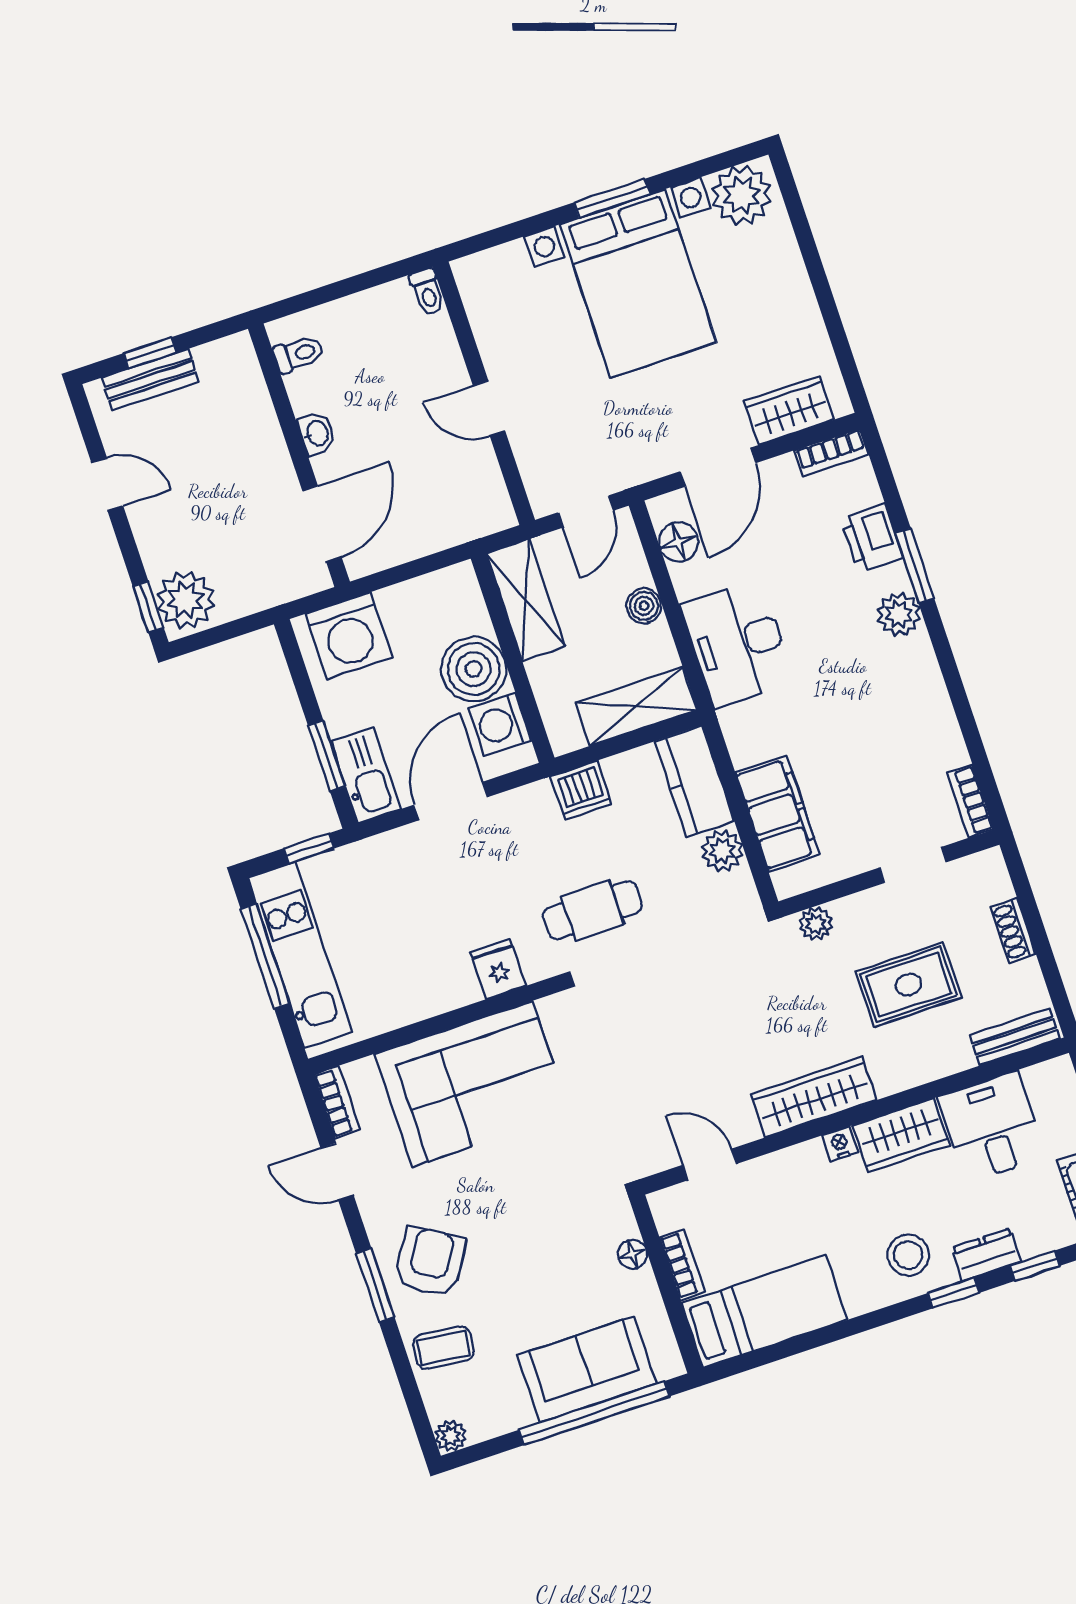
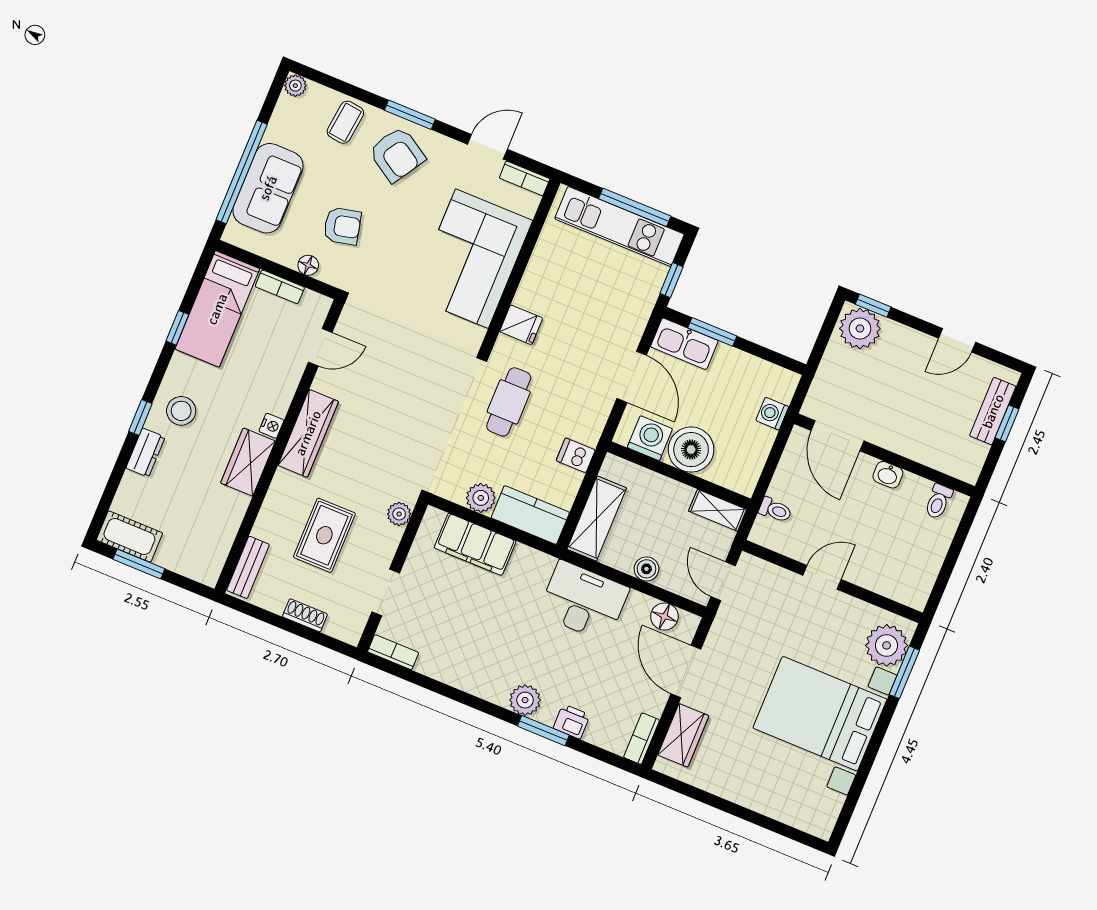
plant: (742, 195) -> (887, 645), moved
window: (612, 198) -> (904, 672), moved
toilet: (427, 292) -> (775, 510), moved, turned 180
printer: (872, 538) -> (572, 722), width x0.73, depth x0.81
shelving: (526, 600) -> (718, 510), width x0.67, depth x0.75
washing machine: (349, 636) -> (772, 414), width x0.53, depth x0.53
dishwasher: (581, 790) -> (576, 455), width x0.73
desk: (992, 1127) -> (211, 514), removed
armchair: (558, 1254) -> (342, 226), added
window: (1035, 1266) -> (177, 328), moved

